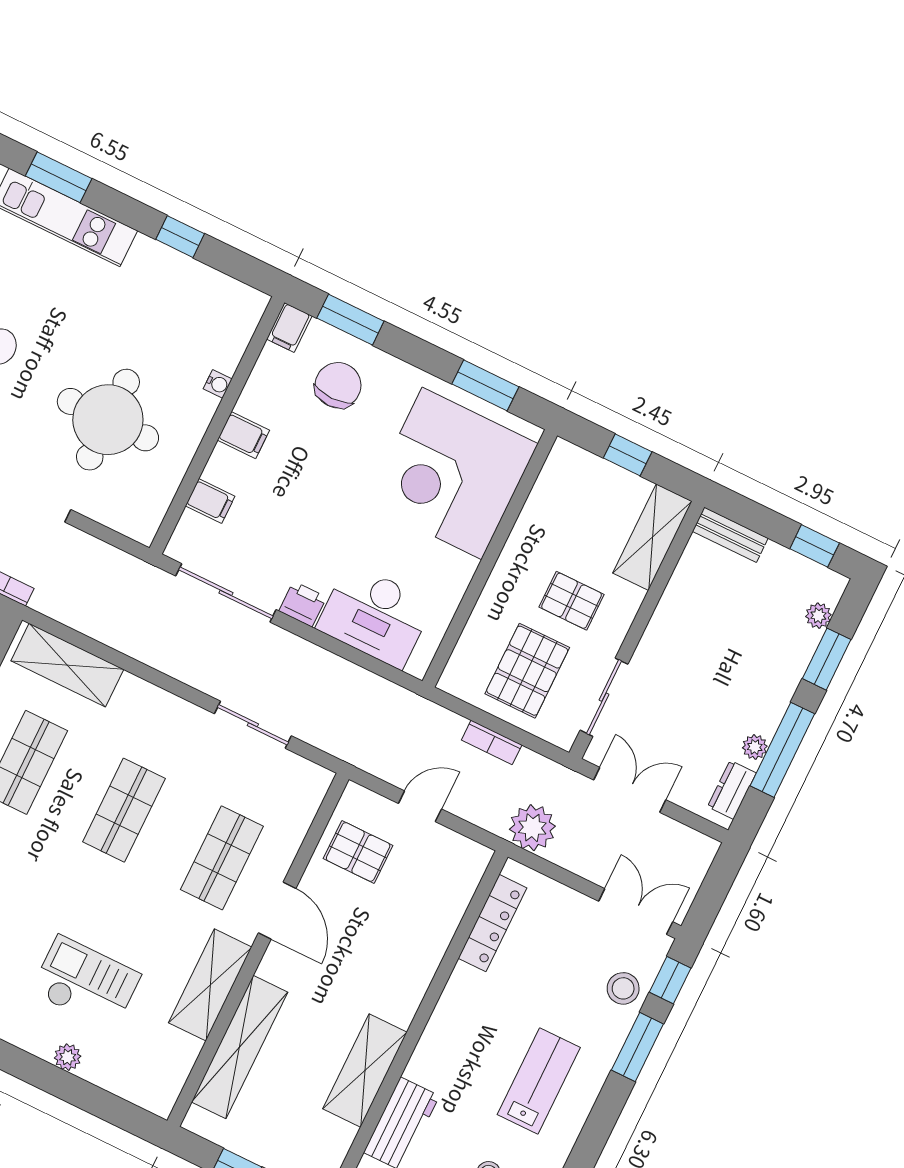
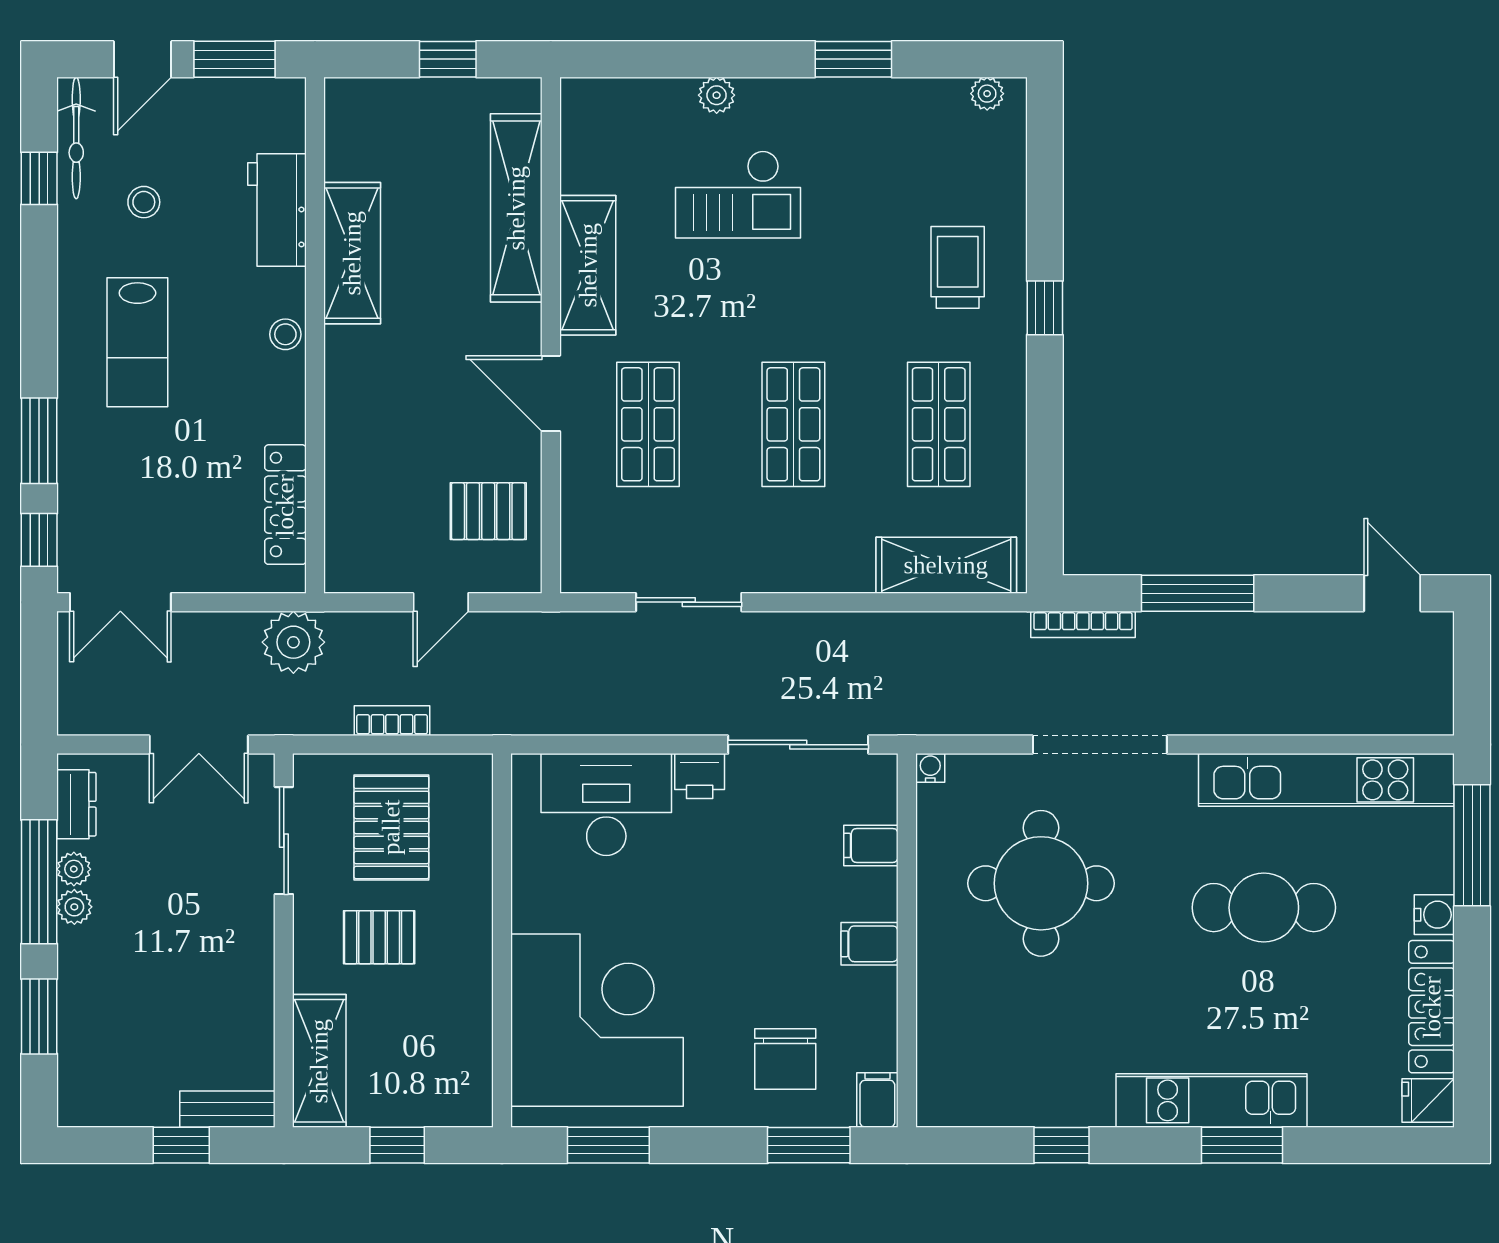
water cooler: (218, 384) -> (930, 768), moved, turned 90
window: (815, 546) -> (181, 1145), moved
plant: (818, 616) -> (74, 907), moved
stool: (623, 988) -> (285, 334), moved, width x0.73, depth x0.73

